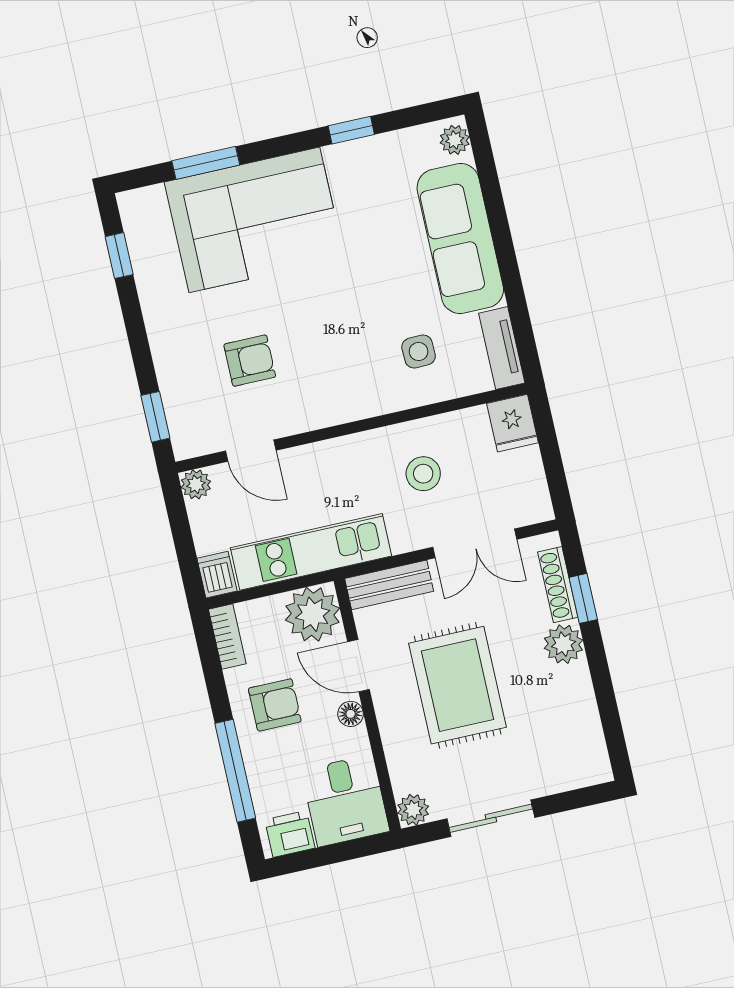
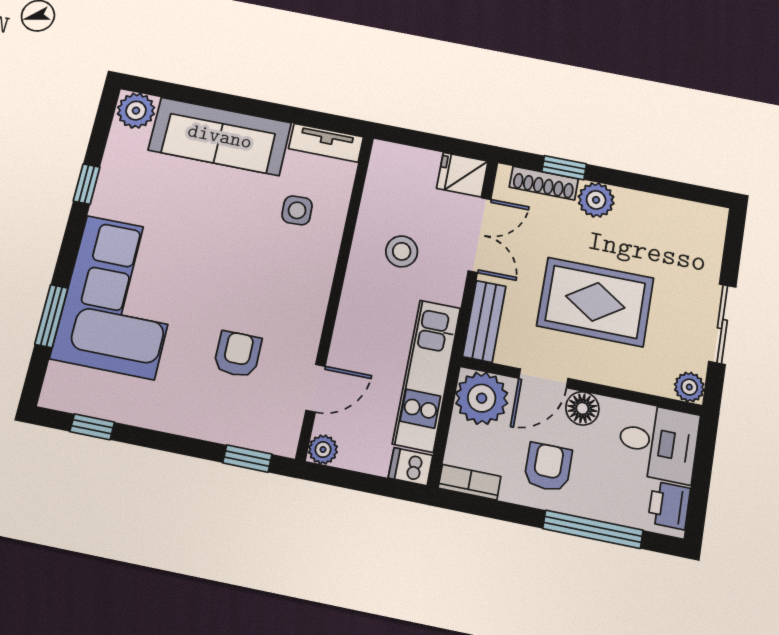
plant: (455, 140) -> (136, 111), width x1.38, depth x1.38
fridge: (513, 423) -> (462, 175), moved, turned 180
floor lamp: (351, 714) -> (582, 408), width x1.37, depth x1.37

